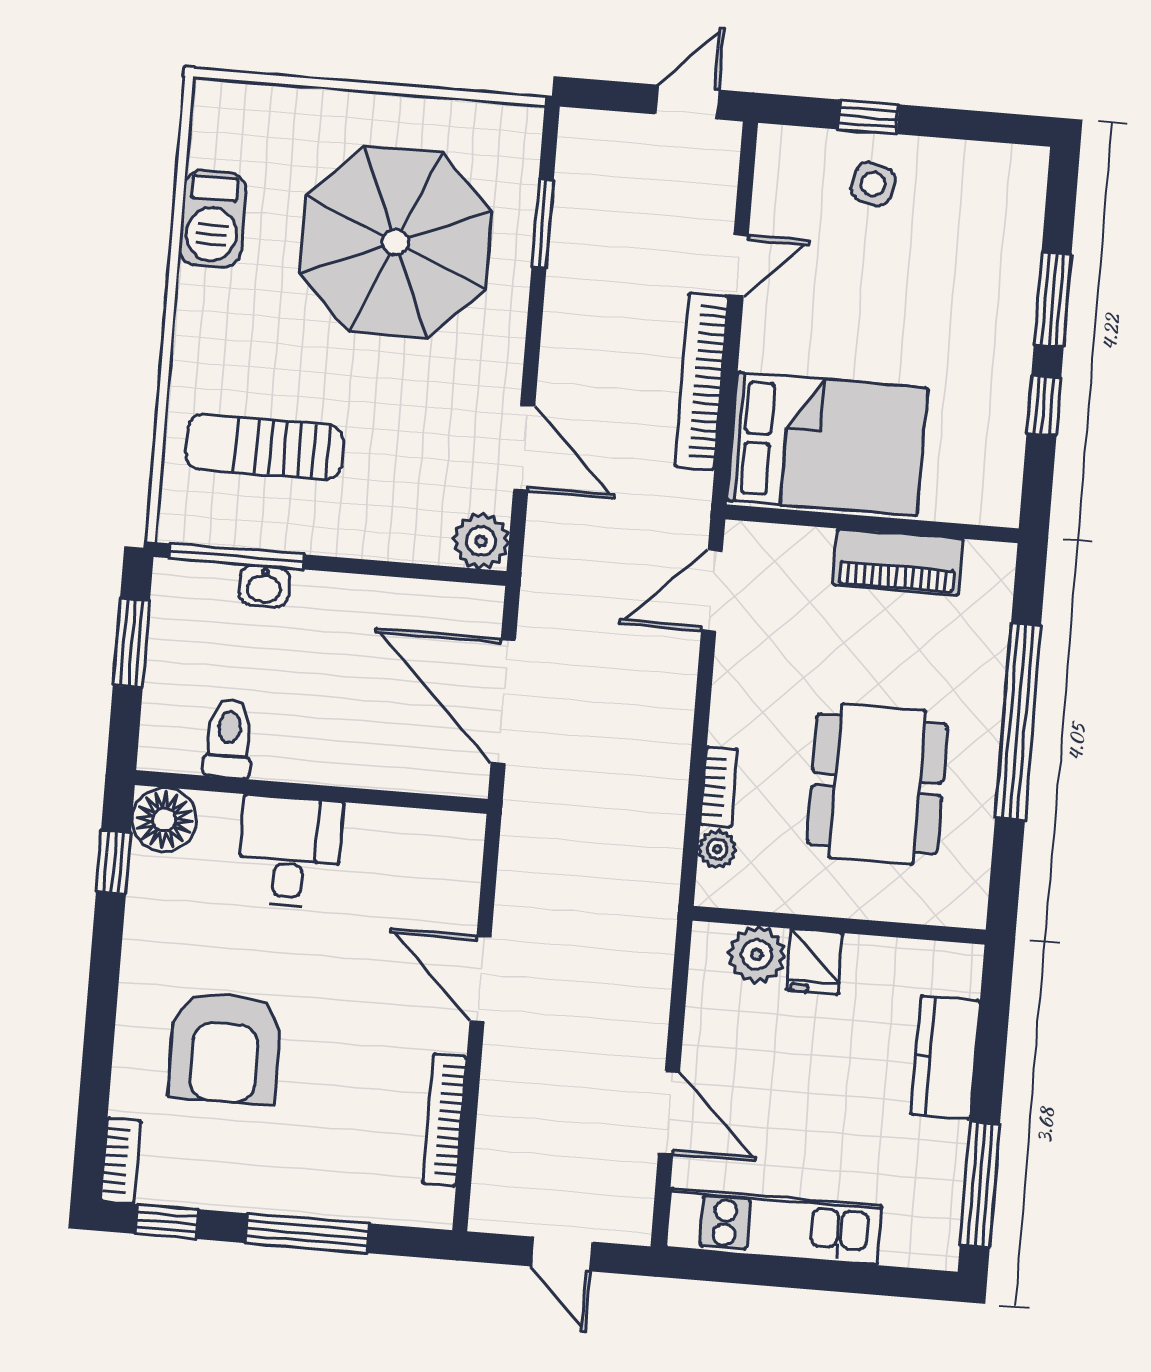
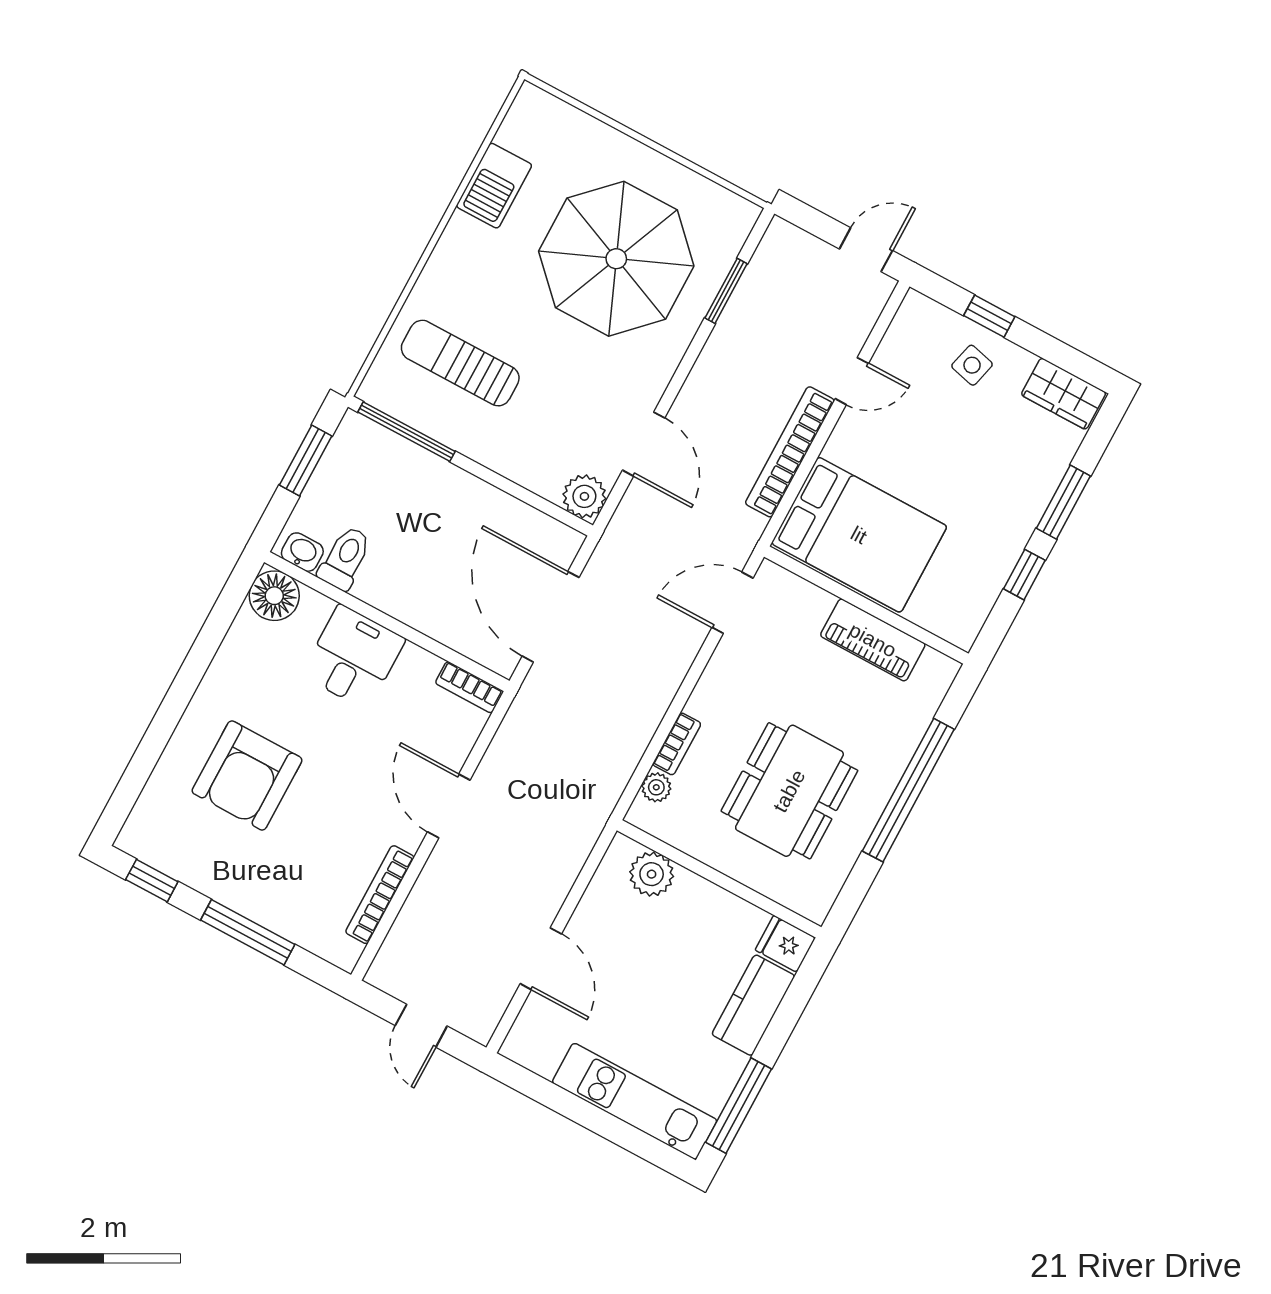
wardrobe: (997, 170) -> (1064, 394), added
washbasin: (264, 586) -> (302, 552), moved, turned 180
window: (113, 862) -> (225, 610), removed
fridge: (815, 962) -> (785, 944), moved, turned 90
bookcase: (121, 1161) -> (469, 687), moved, turned 90
kitchen unit: (774, 1227) -> (635, 1101), moved

